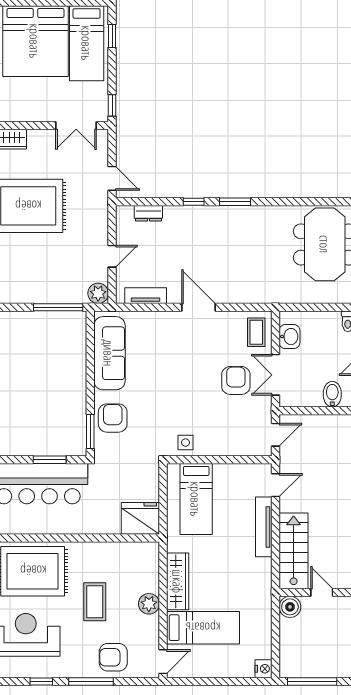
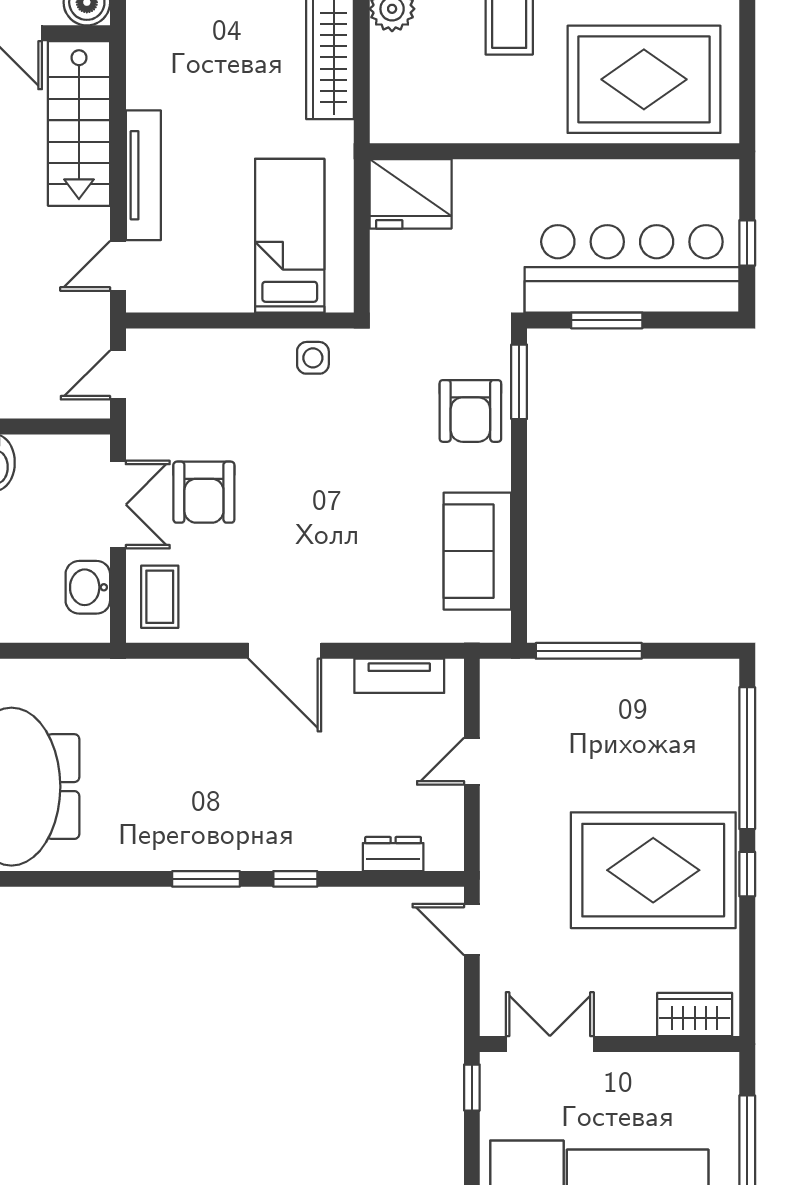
plant: (98, 293) -> (502, 681), removed
sofa: (109, 353) -> (477, 551), width x0.73

